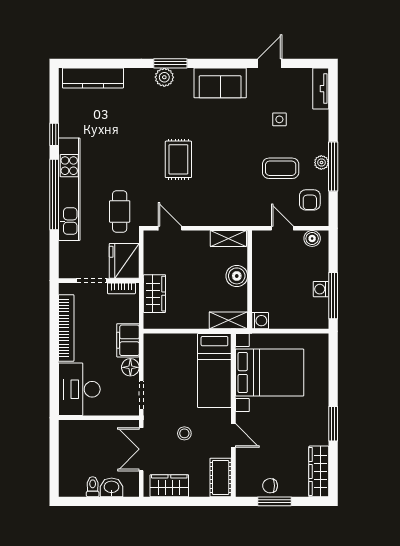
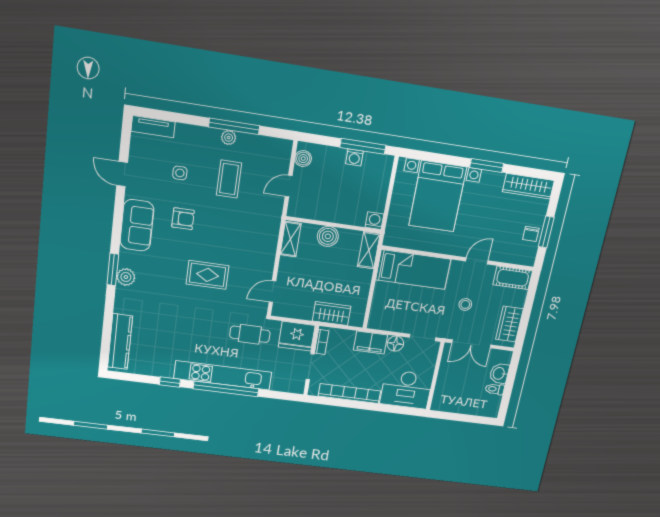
armchair: (310, 200) -> (183, 219), moved
bed with nightstands: (270, 373) -> (438, 196), moved, turned 180

